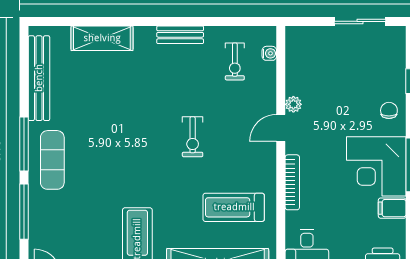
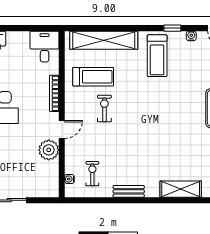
plant: (293, 104) -> (49, 150), width x1.87, depth x1.87
exercise bike: (193, 137) -> (104, 108), moved

